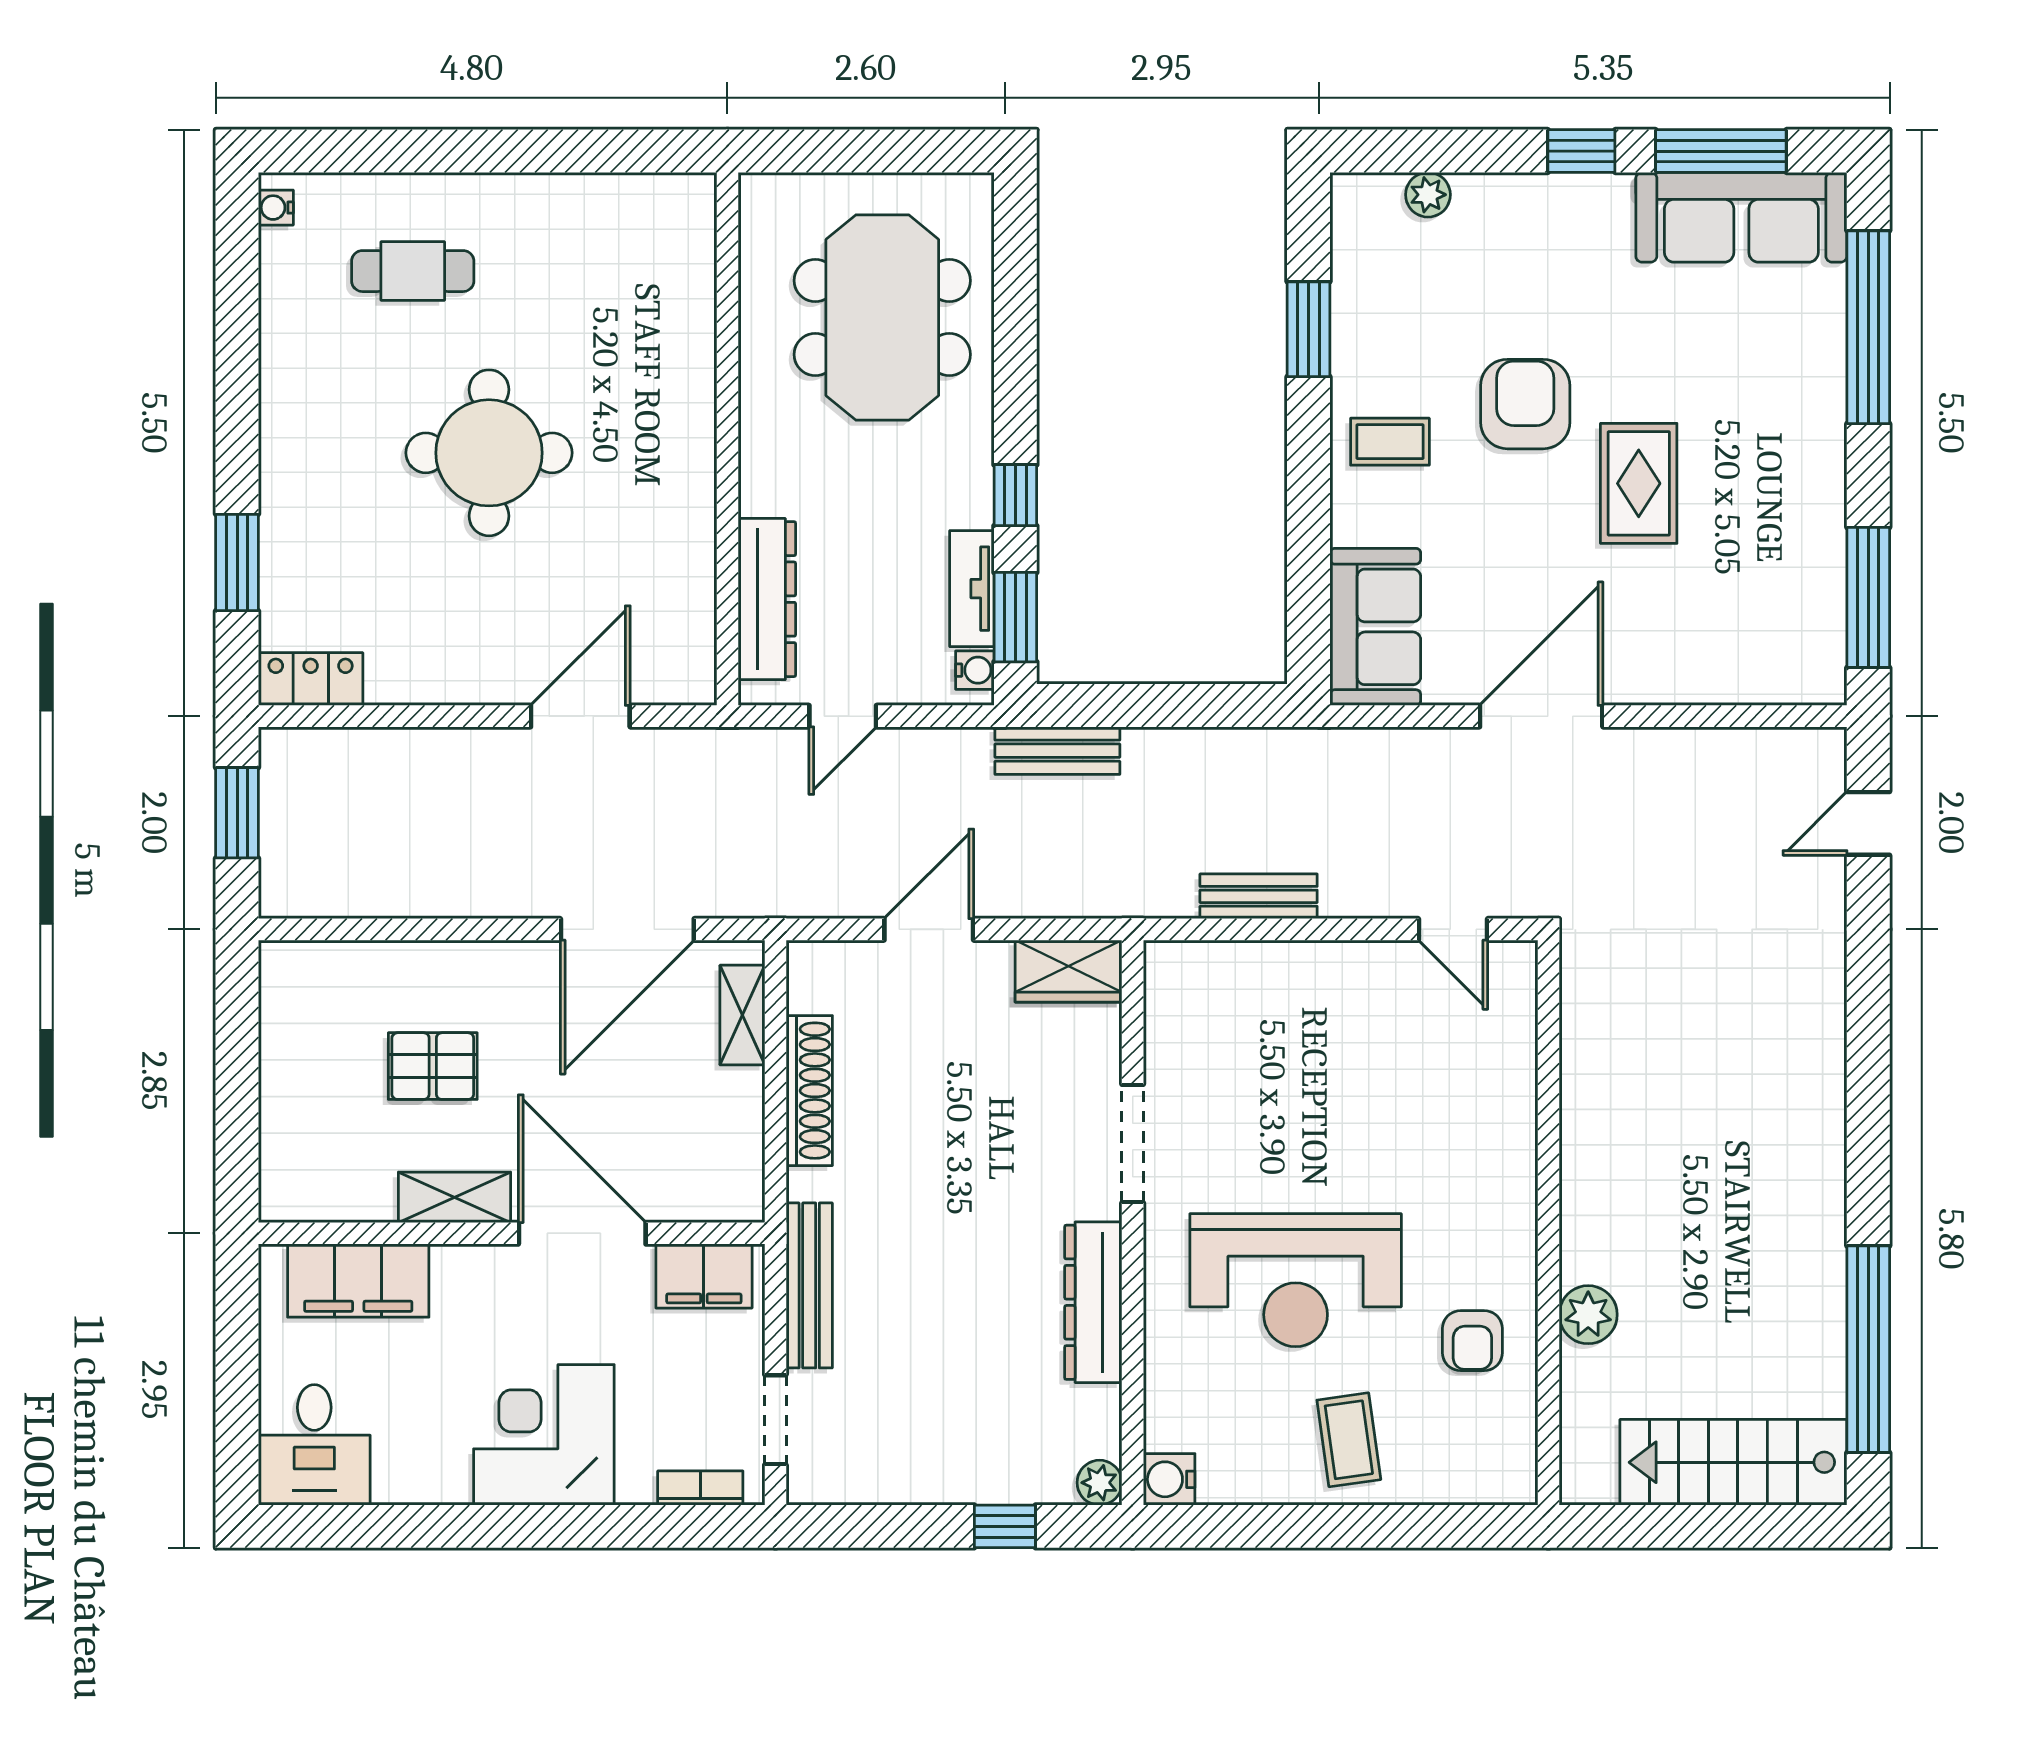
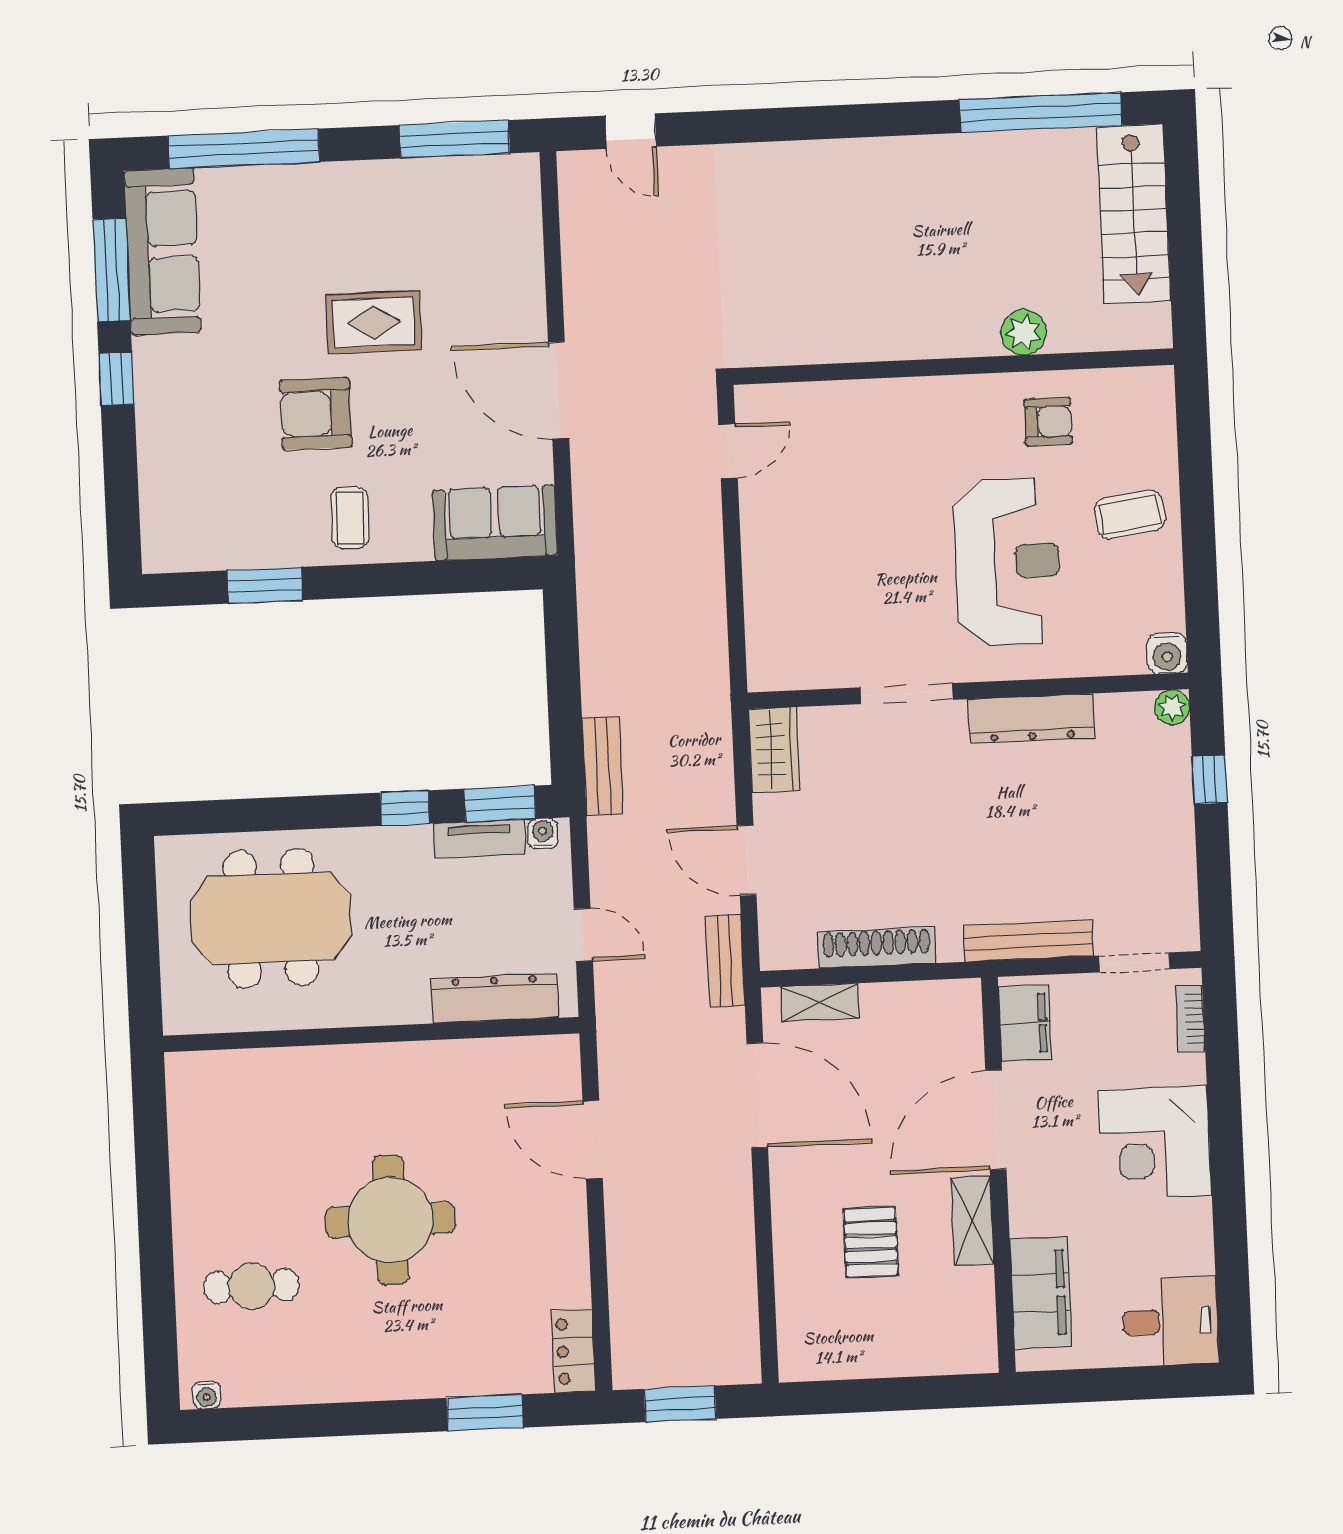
plant: (1428, 195) -> (156, 497), removed
cafe table: (413, 271) -> (251, 1286), turned 90
bench: (1259, 896) -> (725, 961), moved

